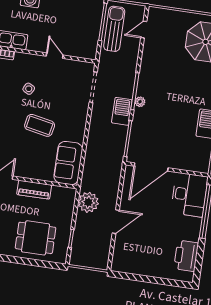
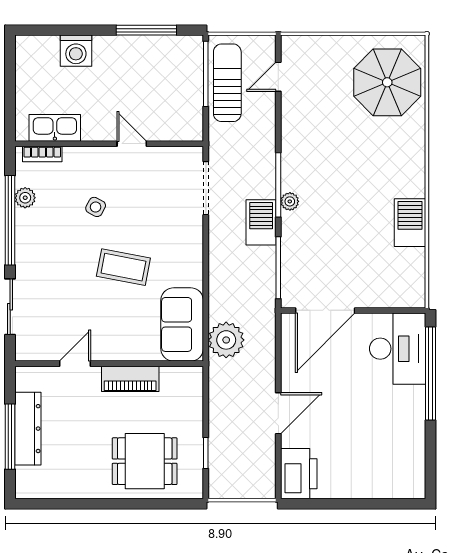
plant: (88, 202) -> (226, 340), moved
printer: (186, 256) -> (299, 474), moved, turned 180

